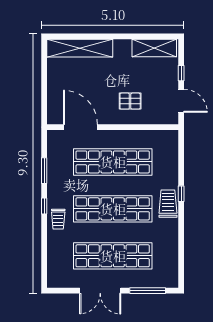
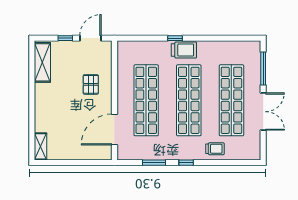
shelving: (80, 48) -> (41, 146), width x0.45, depth x0.75
trolley: (168, 204) -> (184, 50), turned 180
trolley: (58, 219) -> (215, 149), moved

